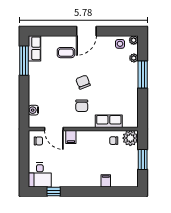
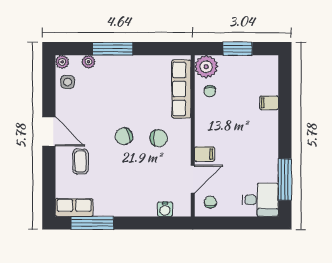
row of seats: (109, 121) -> (181, 89), width x1.48
window: (54, 192) -> (285, 180), width x2.17

